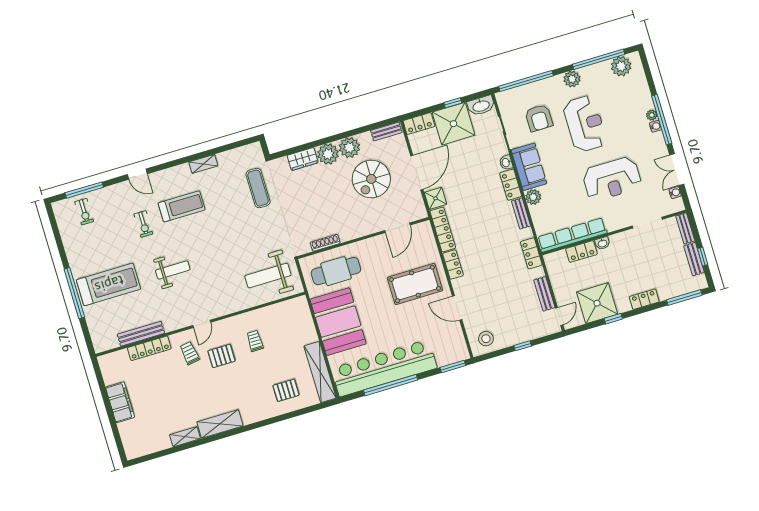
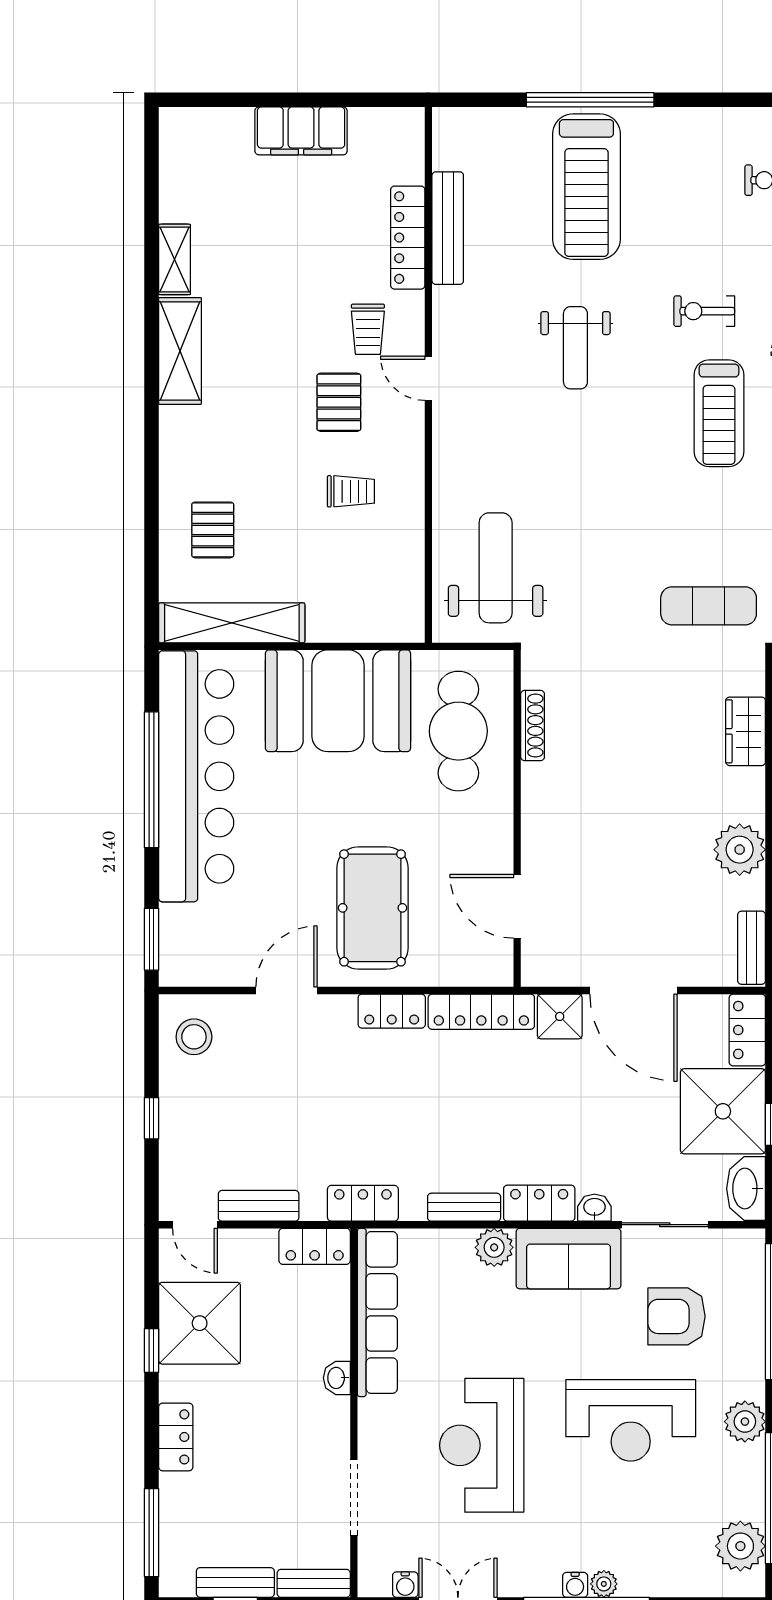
plant: (328, 154) -> (739, 795), removed
spiral stairs: (371, 179) -> (650, 879), removed
locker: (581, 251) -> (315, 1246), moved, turned -90
trolley: (190, 353) -> (368, 329), turned 99

